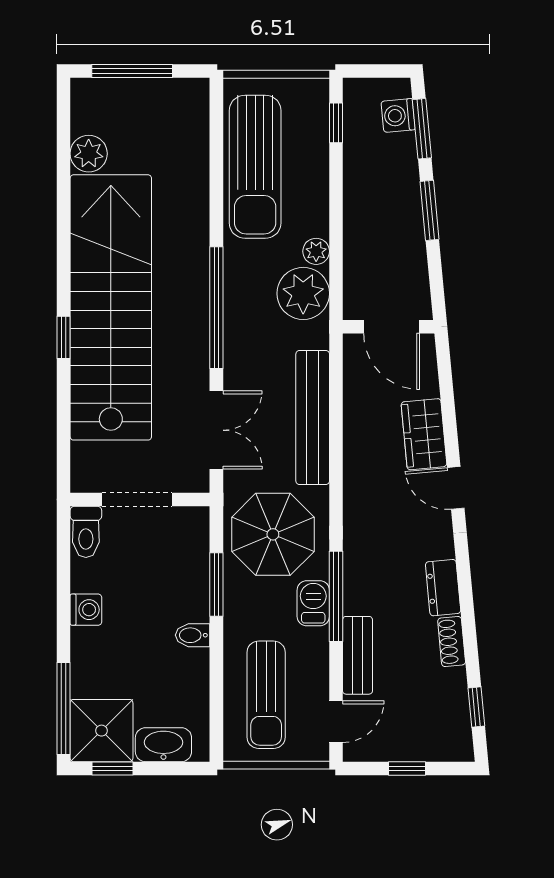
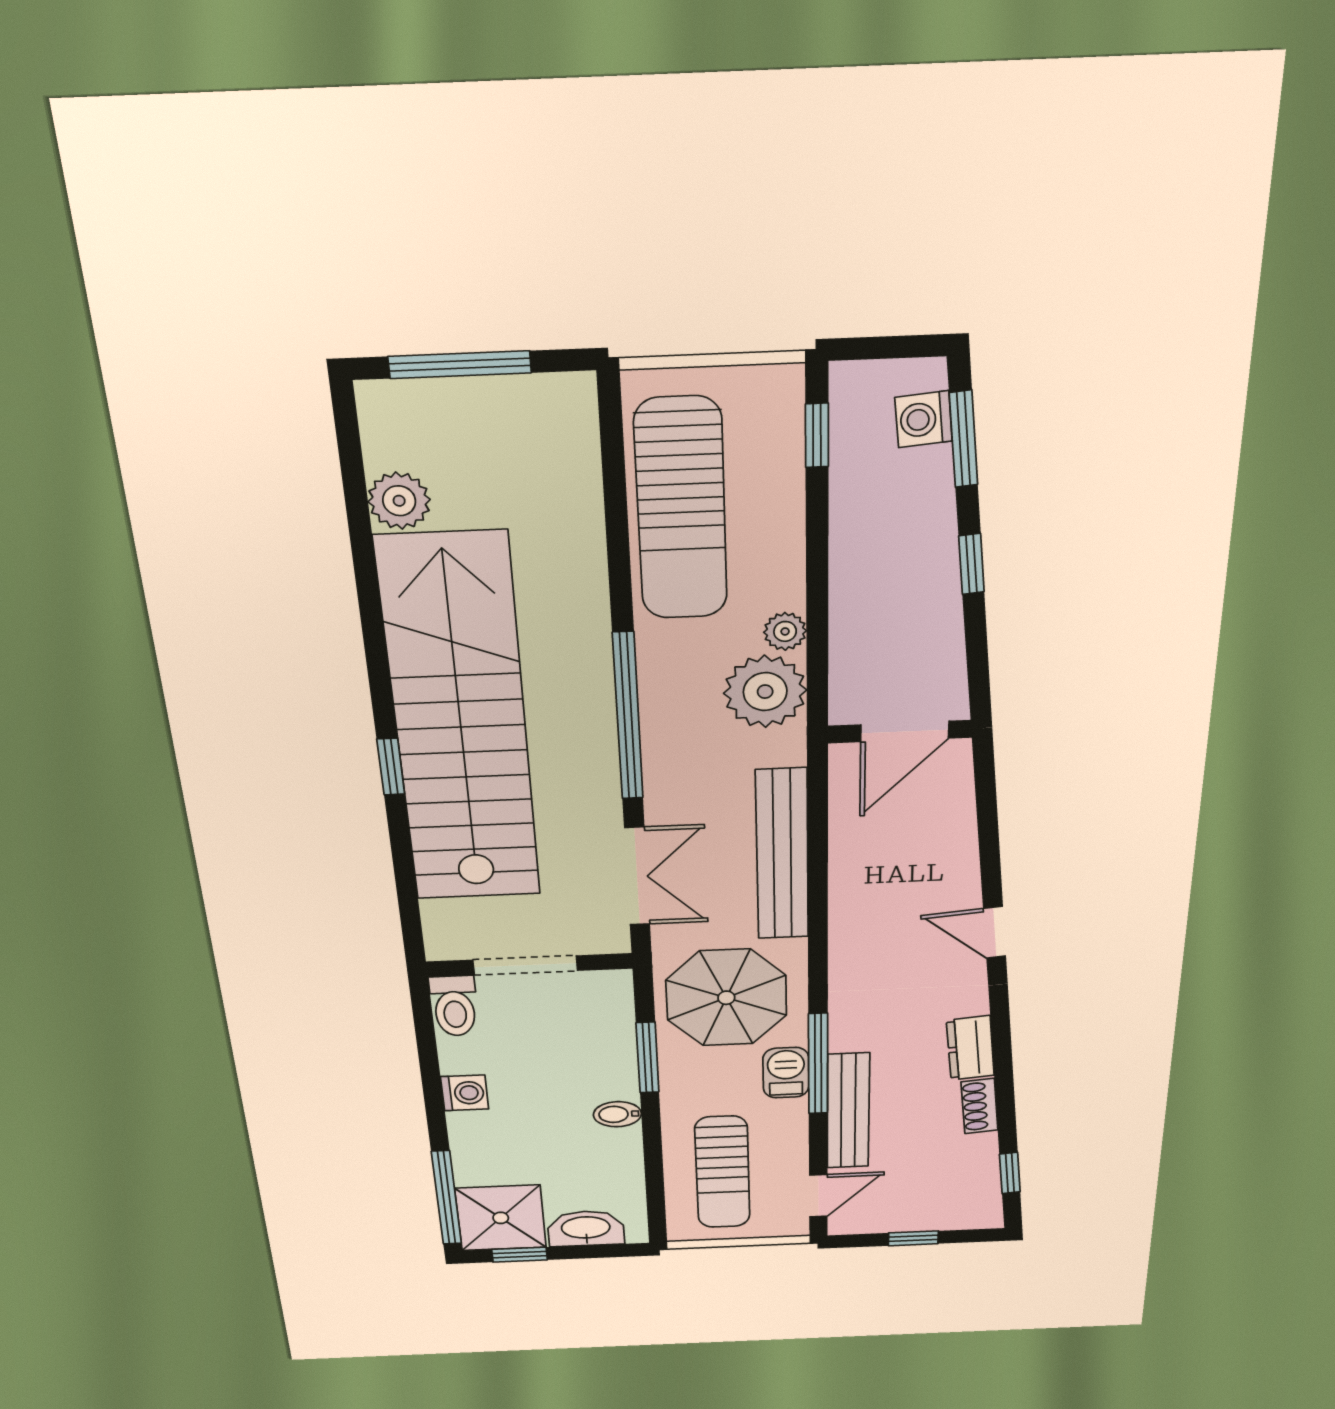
window: (430, 210) -> (971, 564), width x0.67
door: (392, 327) -> (905, 731), hinge flipped
wardrobe: (424, 434) -> (950, 869), removed
bench: (358, 655) -> (848, 1111), width x1.36

